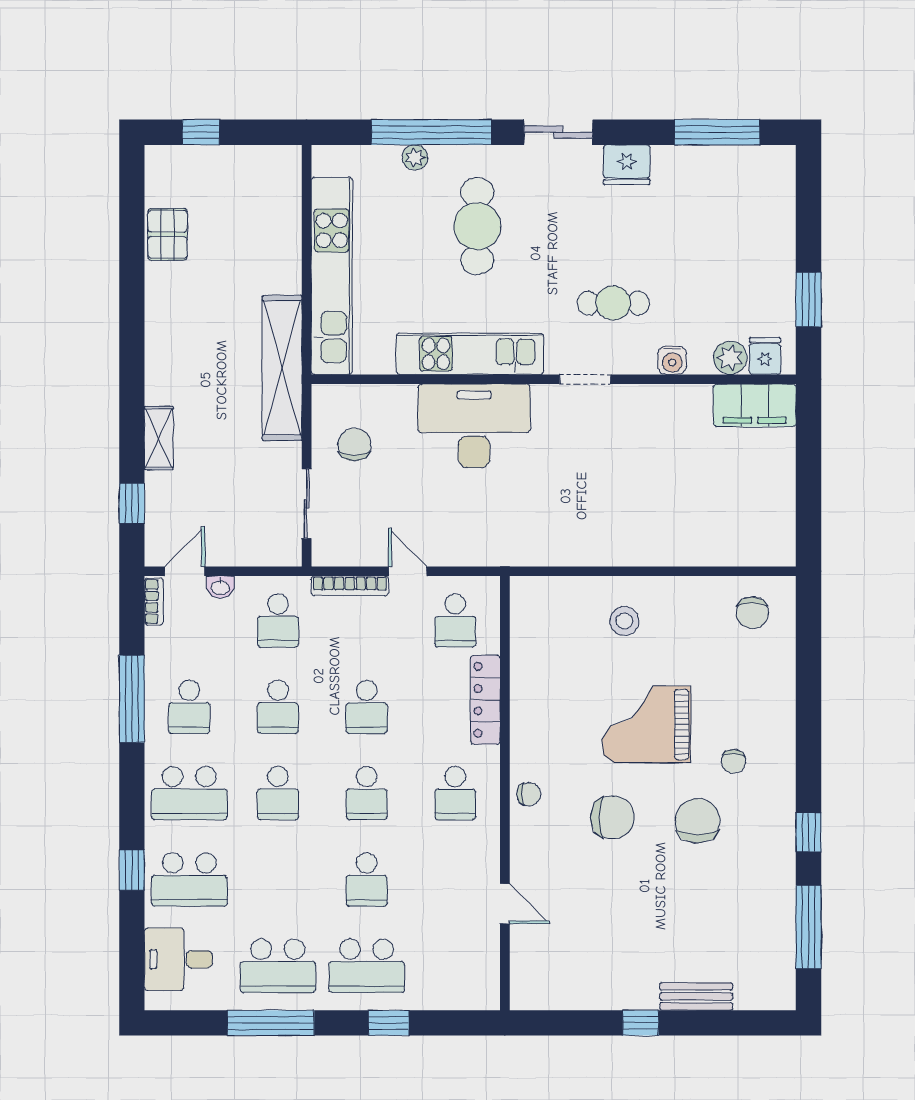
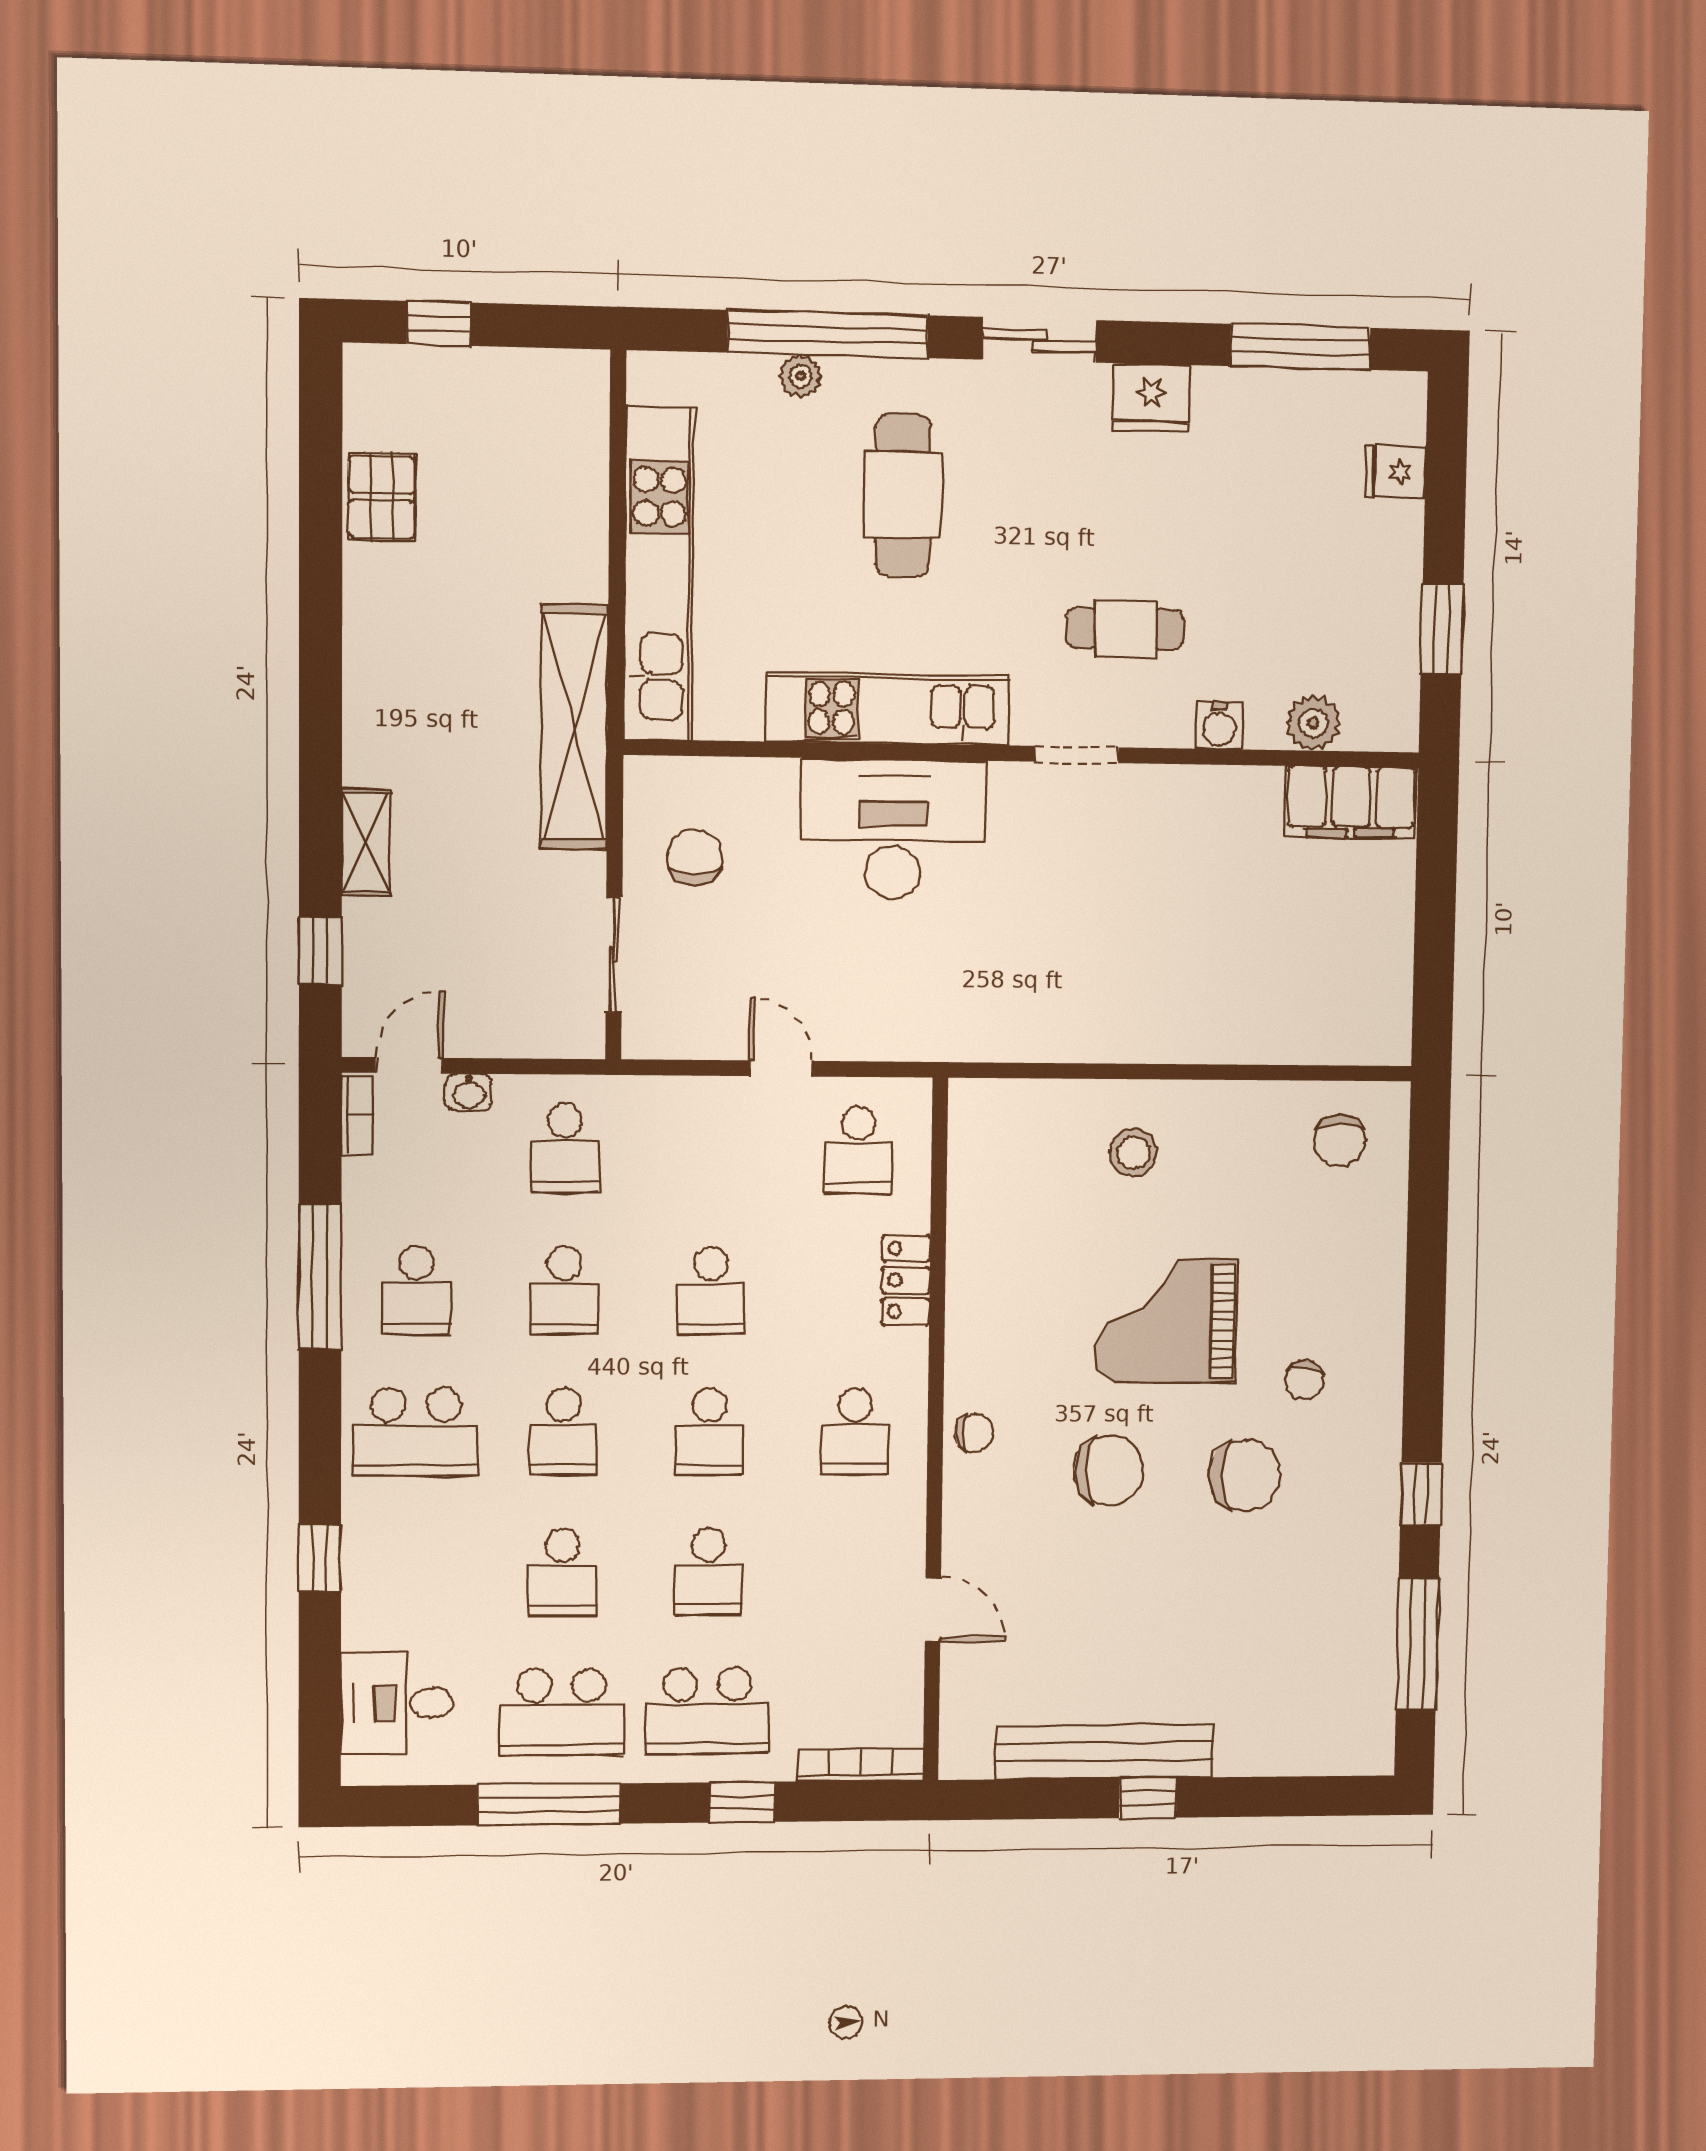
fridge: (765, 356) -> (1395, 472), moved, turned -90
bookcase: (350, 586) -> (861, 1765), moved, turned 180
locker: (485, 700) -> (906, 1280), width x0.66
chair: (698, 821) -> (1245, 1475), turned 90
school desk: (189, 879) -> (562, 1572), moved, width x0.54
bench: (696, 996) -> (1105, 1752), moved, width x1.86, depth x1.21

